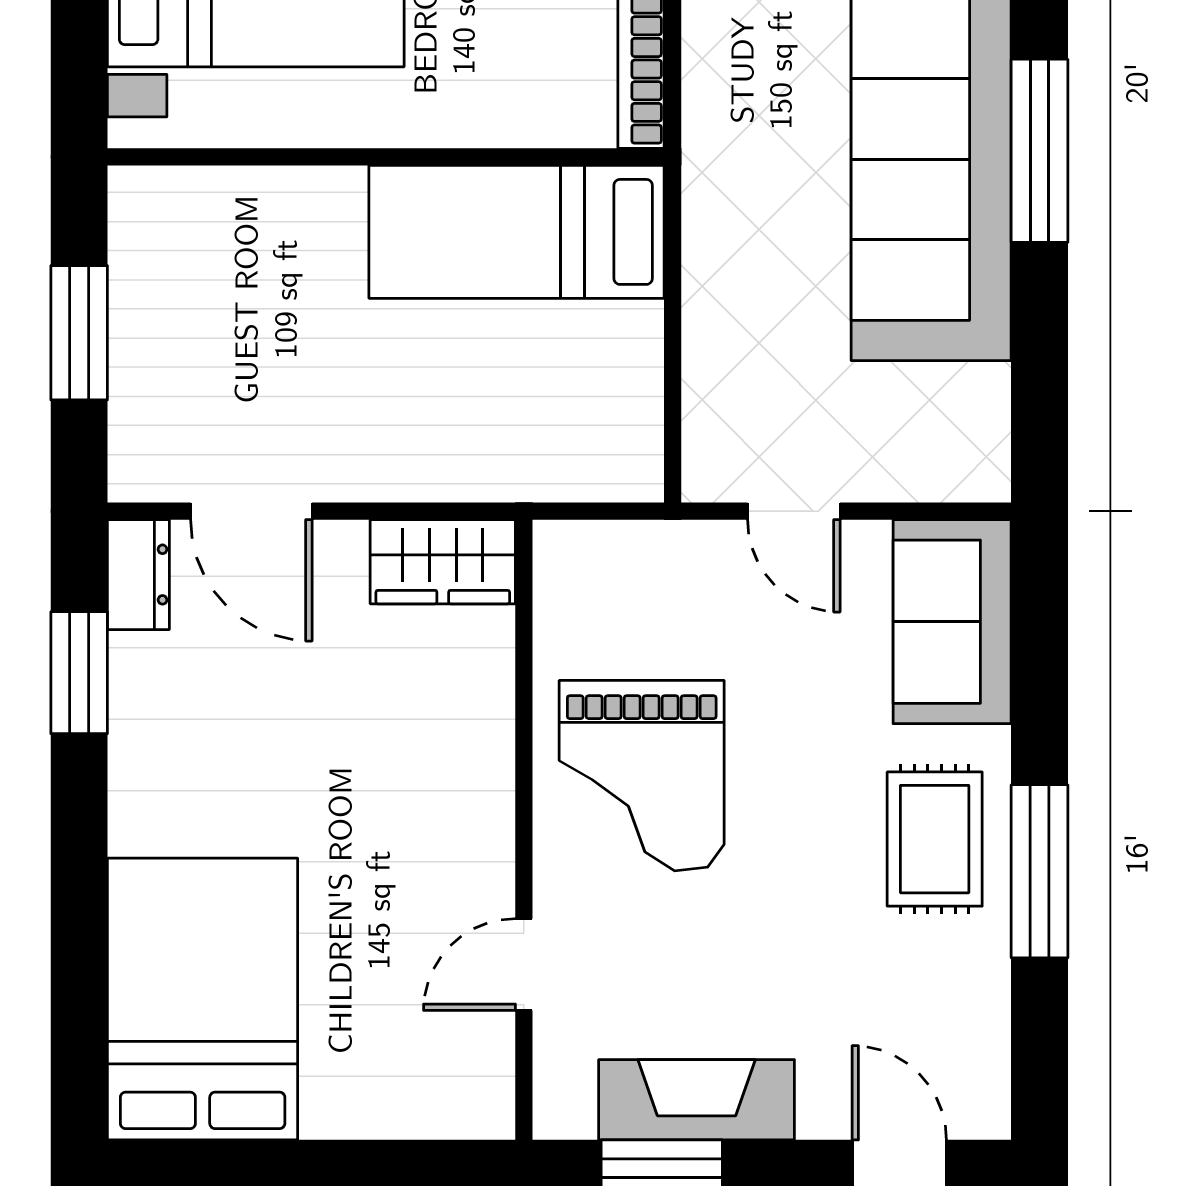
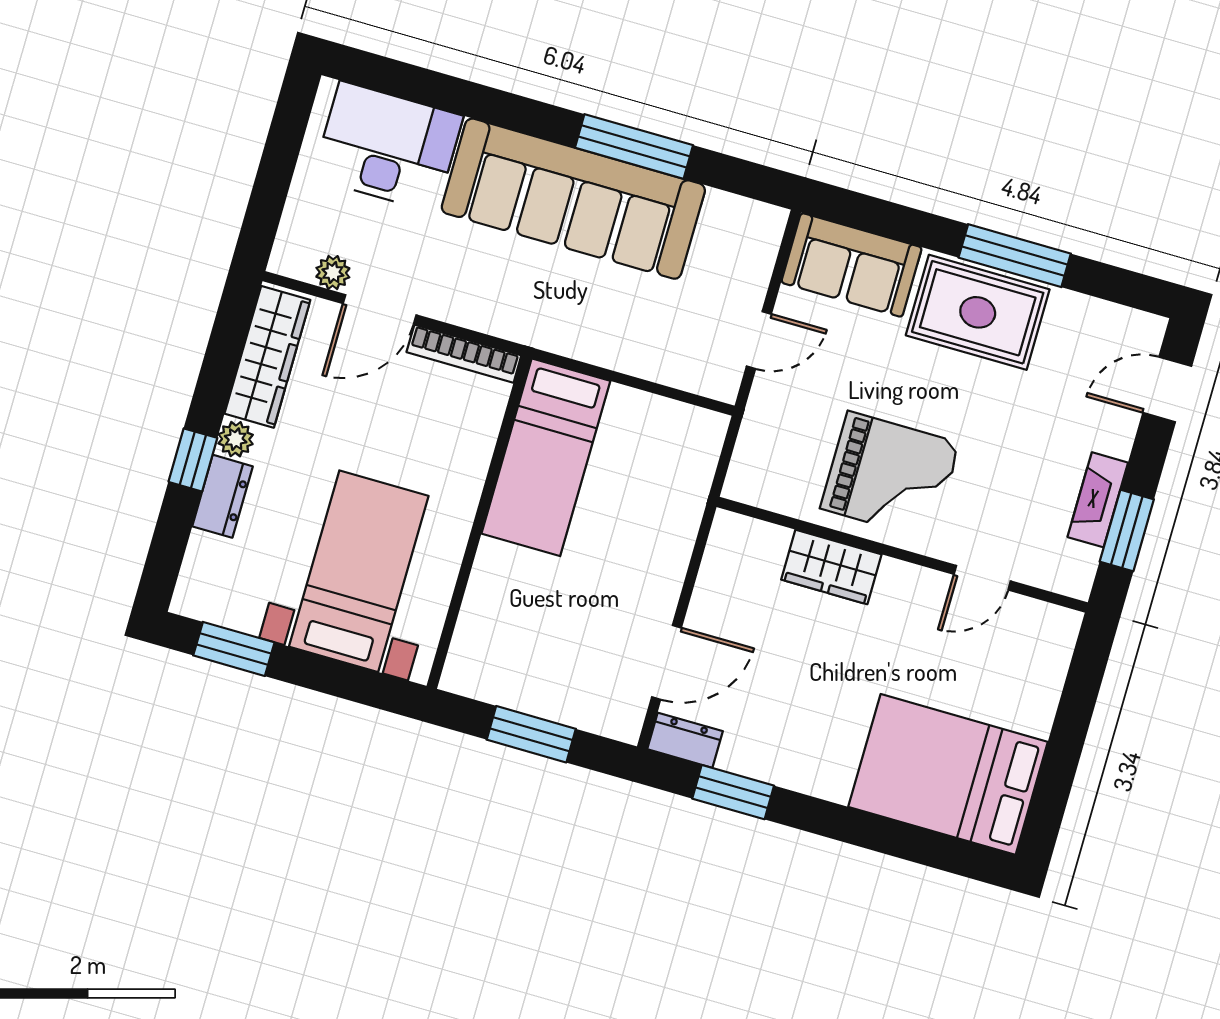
window: (1039, 151) -> (634, 146), moved
wardrobe: (443, 562) -> (831, 567), moved, turned 90
rug: (935, 839) -> (978, 312), width x1.36, depth x1.43
door: (524, 965) -> (982, 578), hinge flipped
fireplace: (697, 1100) -> (1098, 500), width x0.73, depth x0.76

